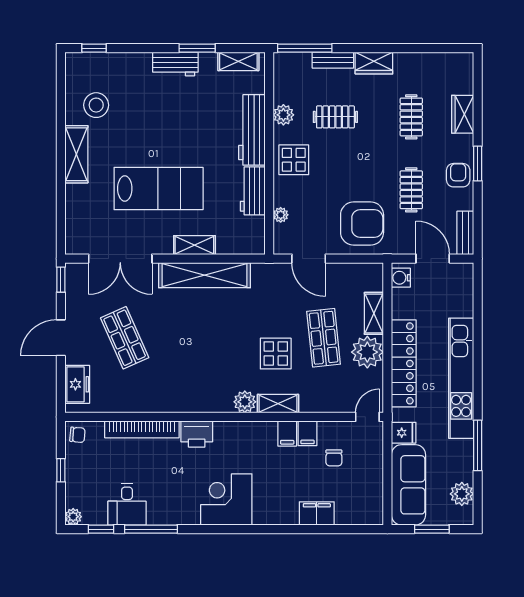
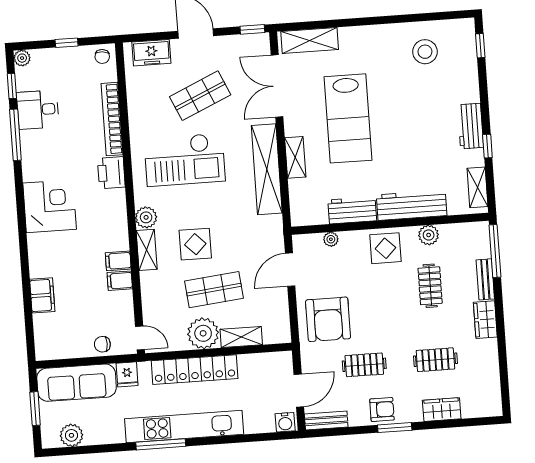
window: (197, 48) -> (487, 146), width x0.67
shelving: (76, 154) -> (310, 40), moved
water cooler: (401, 278) -> (285, 422), moved, turned 180
checkout: (189, 358) -> (185, 160), added
window: (478, 445) -> (161, 444), moved
chair: (334, 458) -> (102, 344), moved

